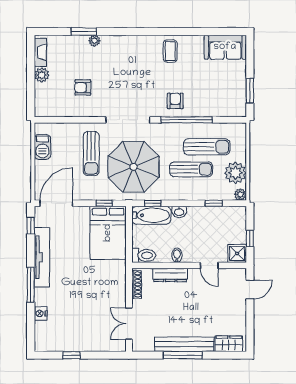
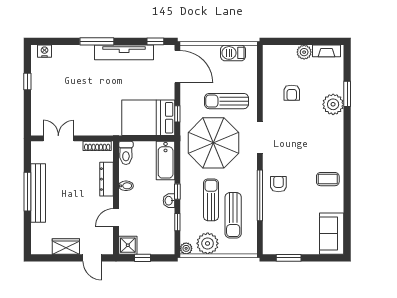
plant: (94, 41) -> (333, 104), width x1.88, depth x1.88
armchair: (83, 88) -> (292, 93), turned 180
armchair: (175, 101) -> (278, 184), turned -90
doorway: (128, 120) -> (260, 137), width x0.73
sun lounger: (191, 169) -> (211, 200), turned 180
window: (153, 203) -> (177, 192), moved
washbasin: (179, 212) -> (169, 201), moved
nightstand: (41, 314) -> (45, 51), moved
wardrobe: (229, 344) -> (66, 246), moved, turned -90

